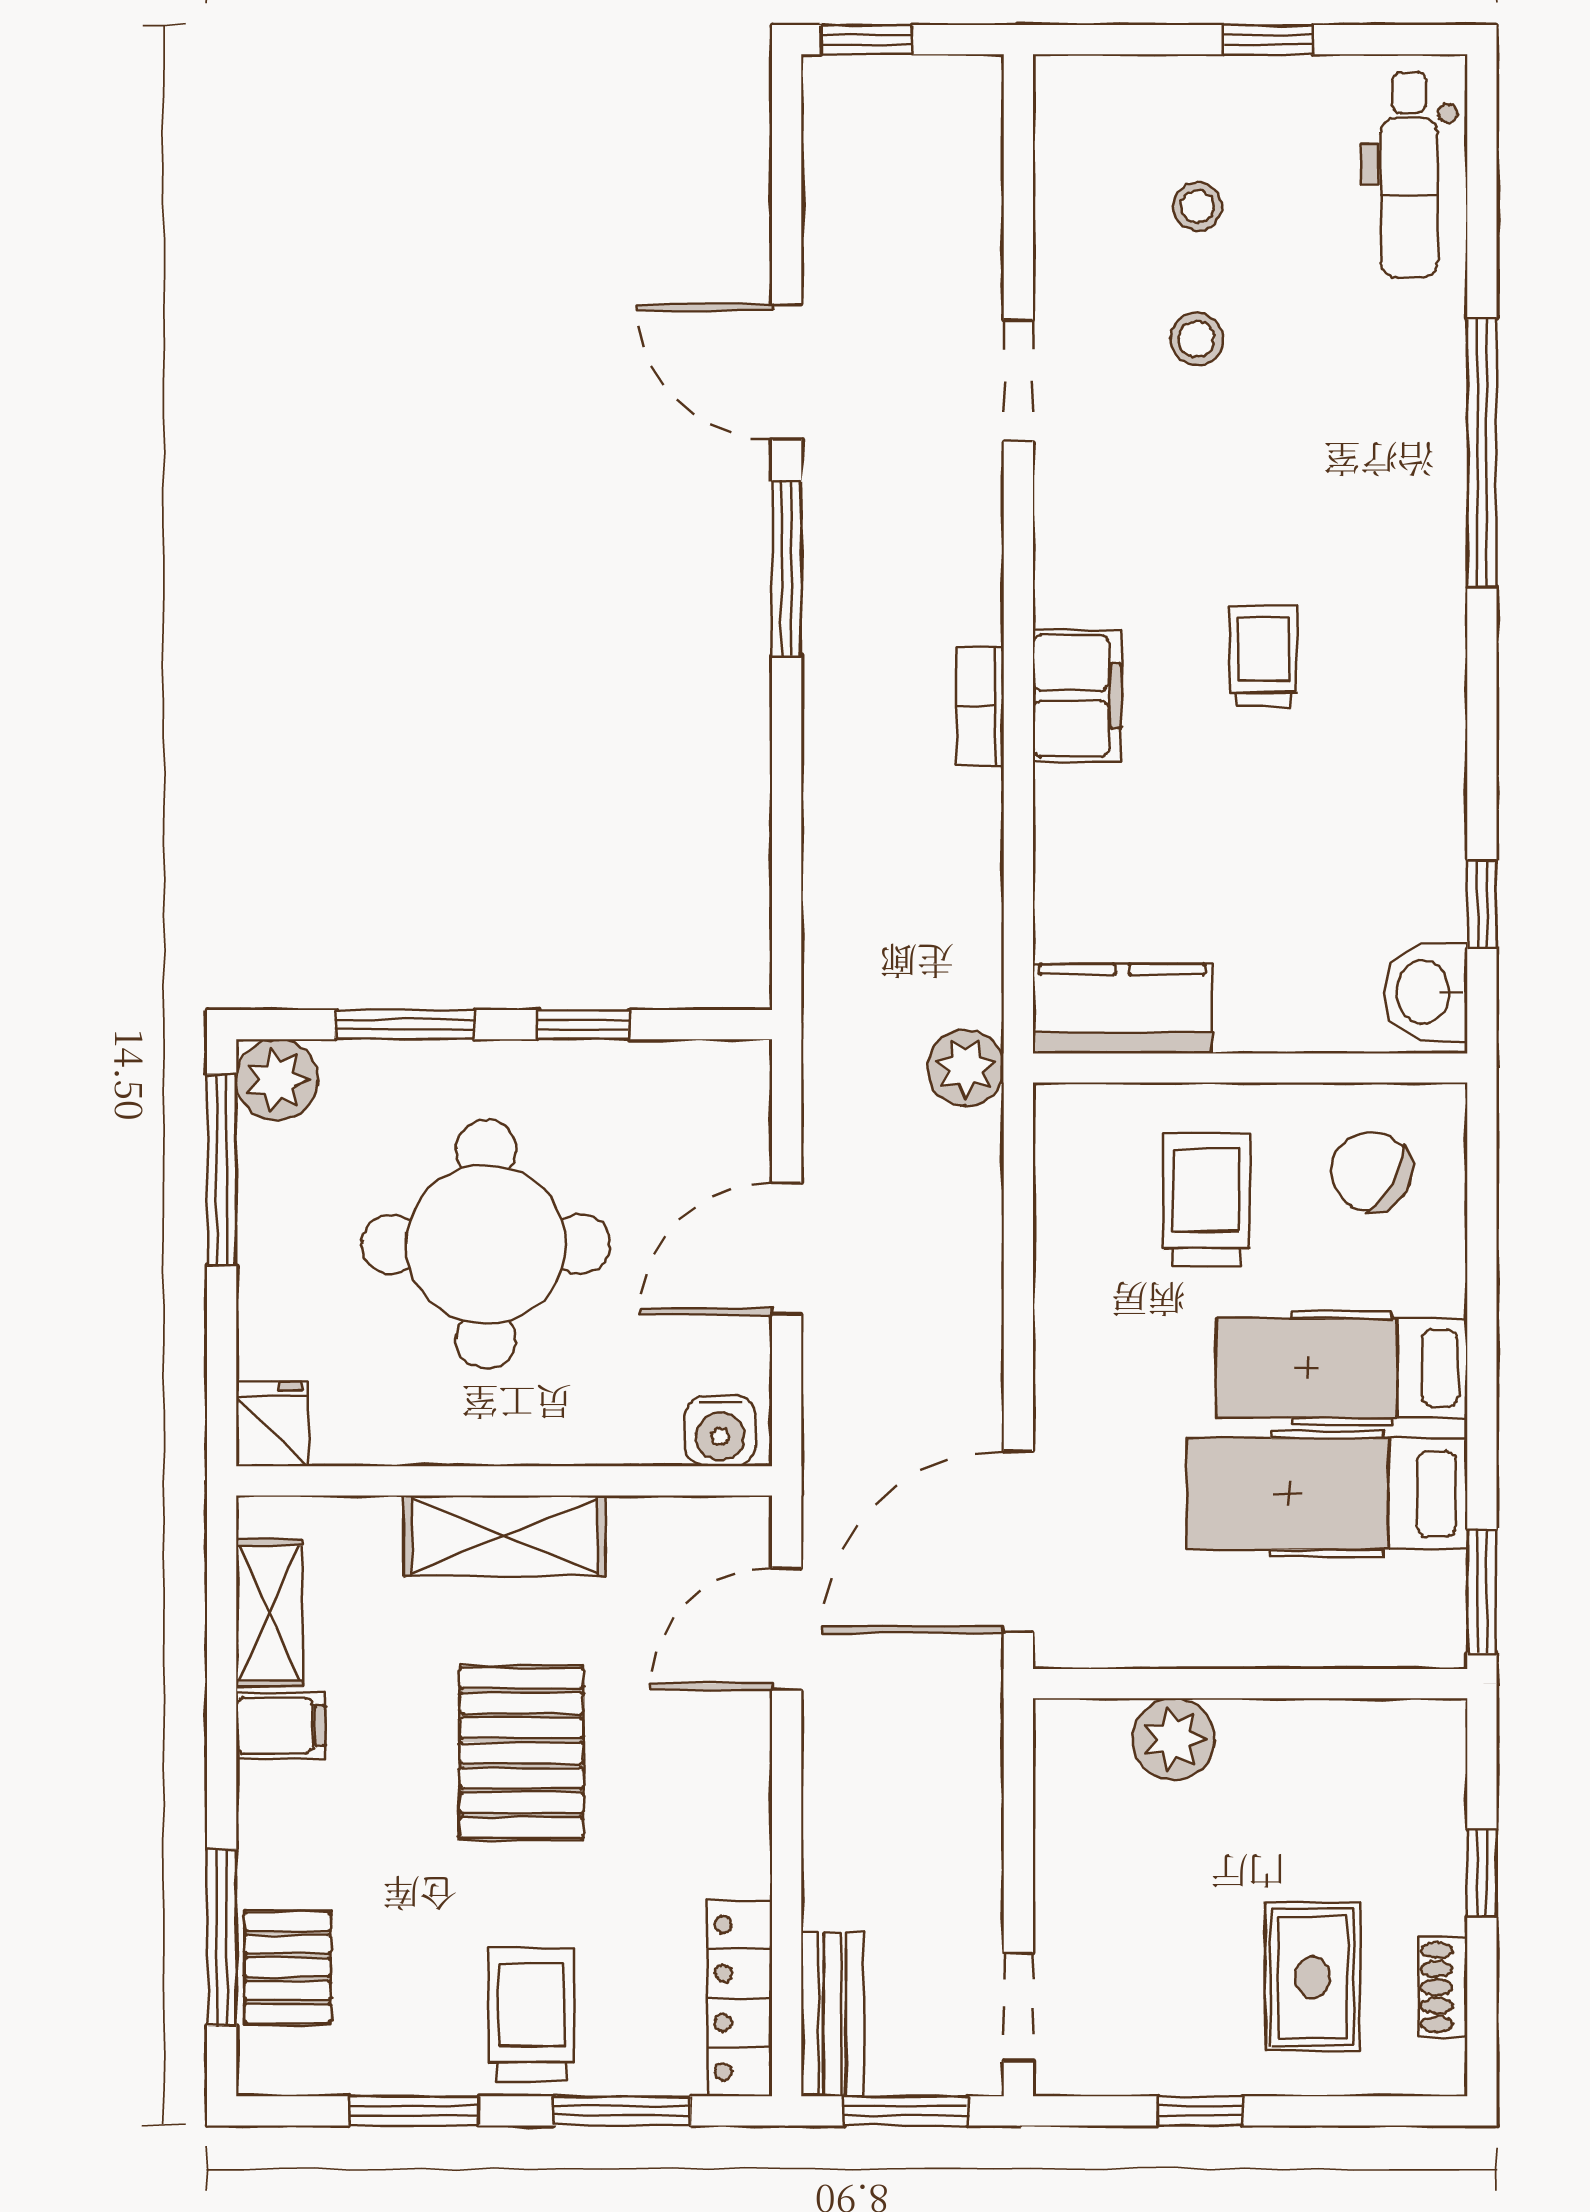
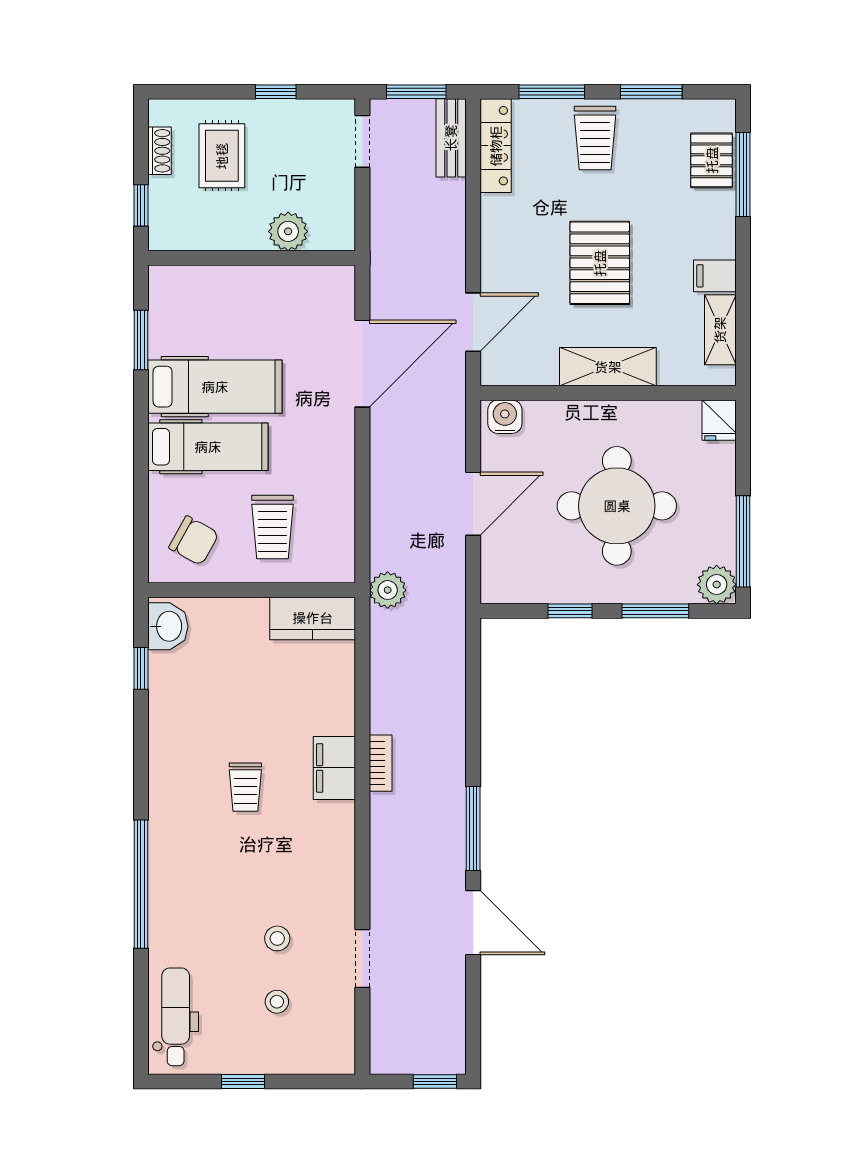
doorway: (1018, 381) -> (362, 959), moved
wall: (1250, 1684) -> (252, 258), moved
plant: (1174, 1739) -> (288, 231), moved

